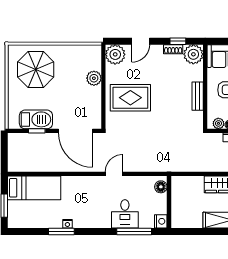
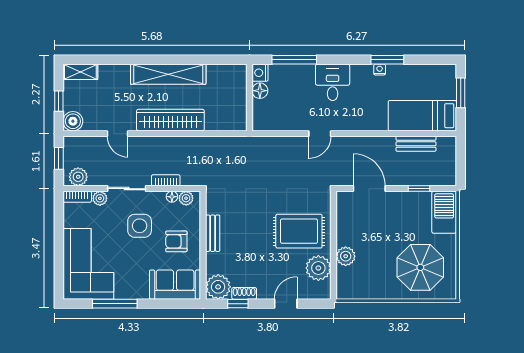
plant: (115, 54) -> (318, 268), moved
barbecue: (36, 119) -> (444, 212), moved, turned 90
door: (76, 131) -> (369, 189), width x0.73
bench: (39, 166) -> (416, 144), added
floor lamp: (161, 187) -> (260, 91), moved
desk: (125, 214) -> (333, 82), moved

